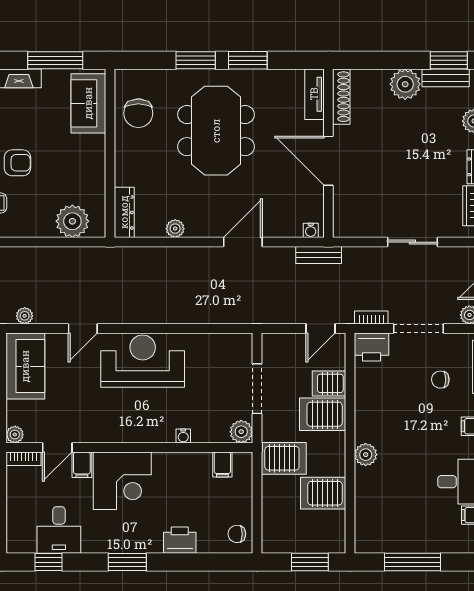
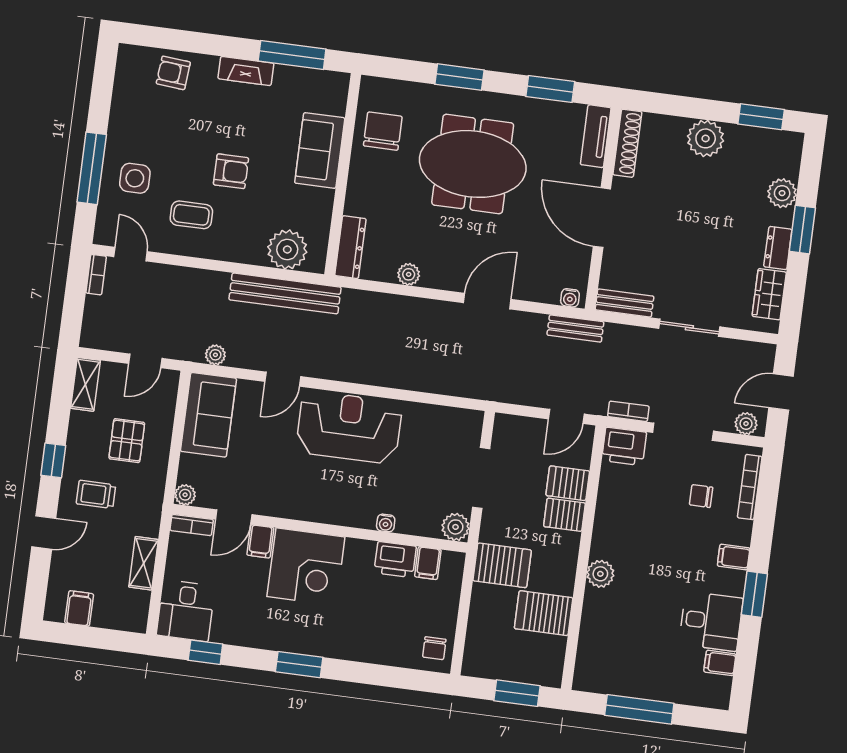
window: (248, 60) -> (550, 89), moved
bench: (446, 78) -> (624, 303), moved
sofa: (88, 103) -> (320, 150), moved
chair: (138, 113) -> (383, 131), turned 180
meeting table: (216, 131) -> (473, 164), turned 90
bench: (75, 258) -> (285, 293), added
server rack: (323, 414) -> (564, 515), width x0.73, depth x0.70
desk: (59, 530) -> (186, 611), moved
chair: (237, 534) -> (434, 648), turned -90
printer: (180, 540) -> (395, 560), moved, turned 180

